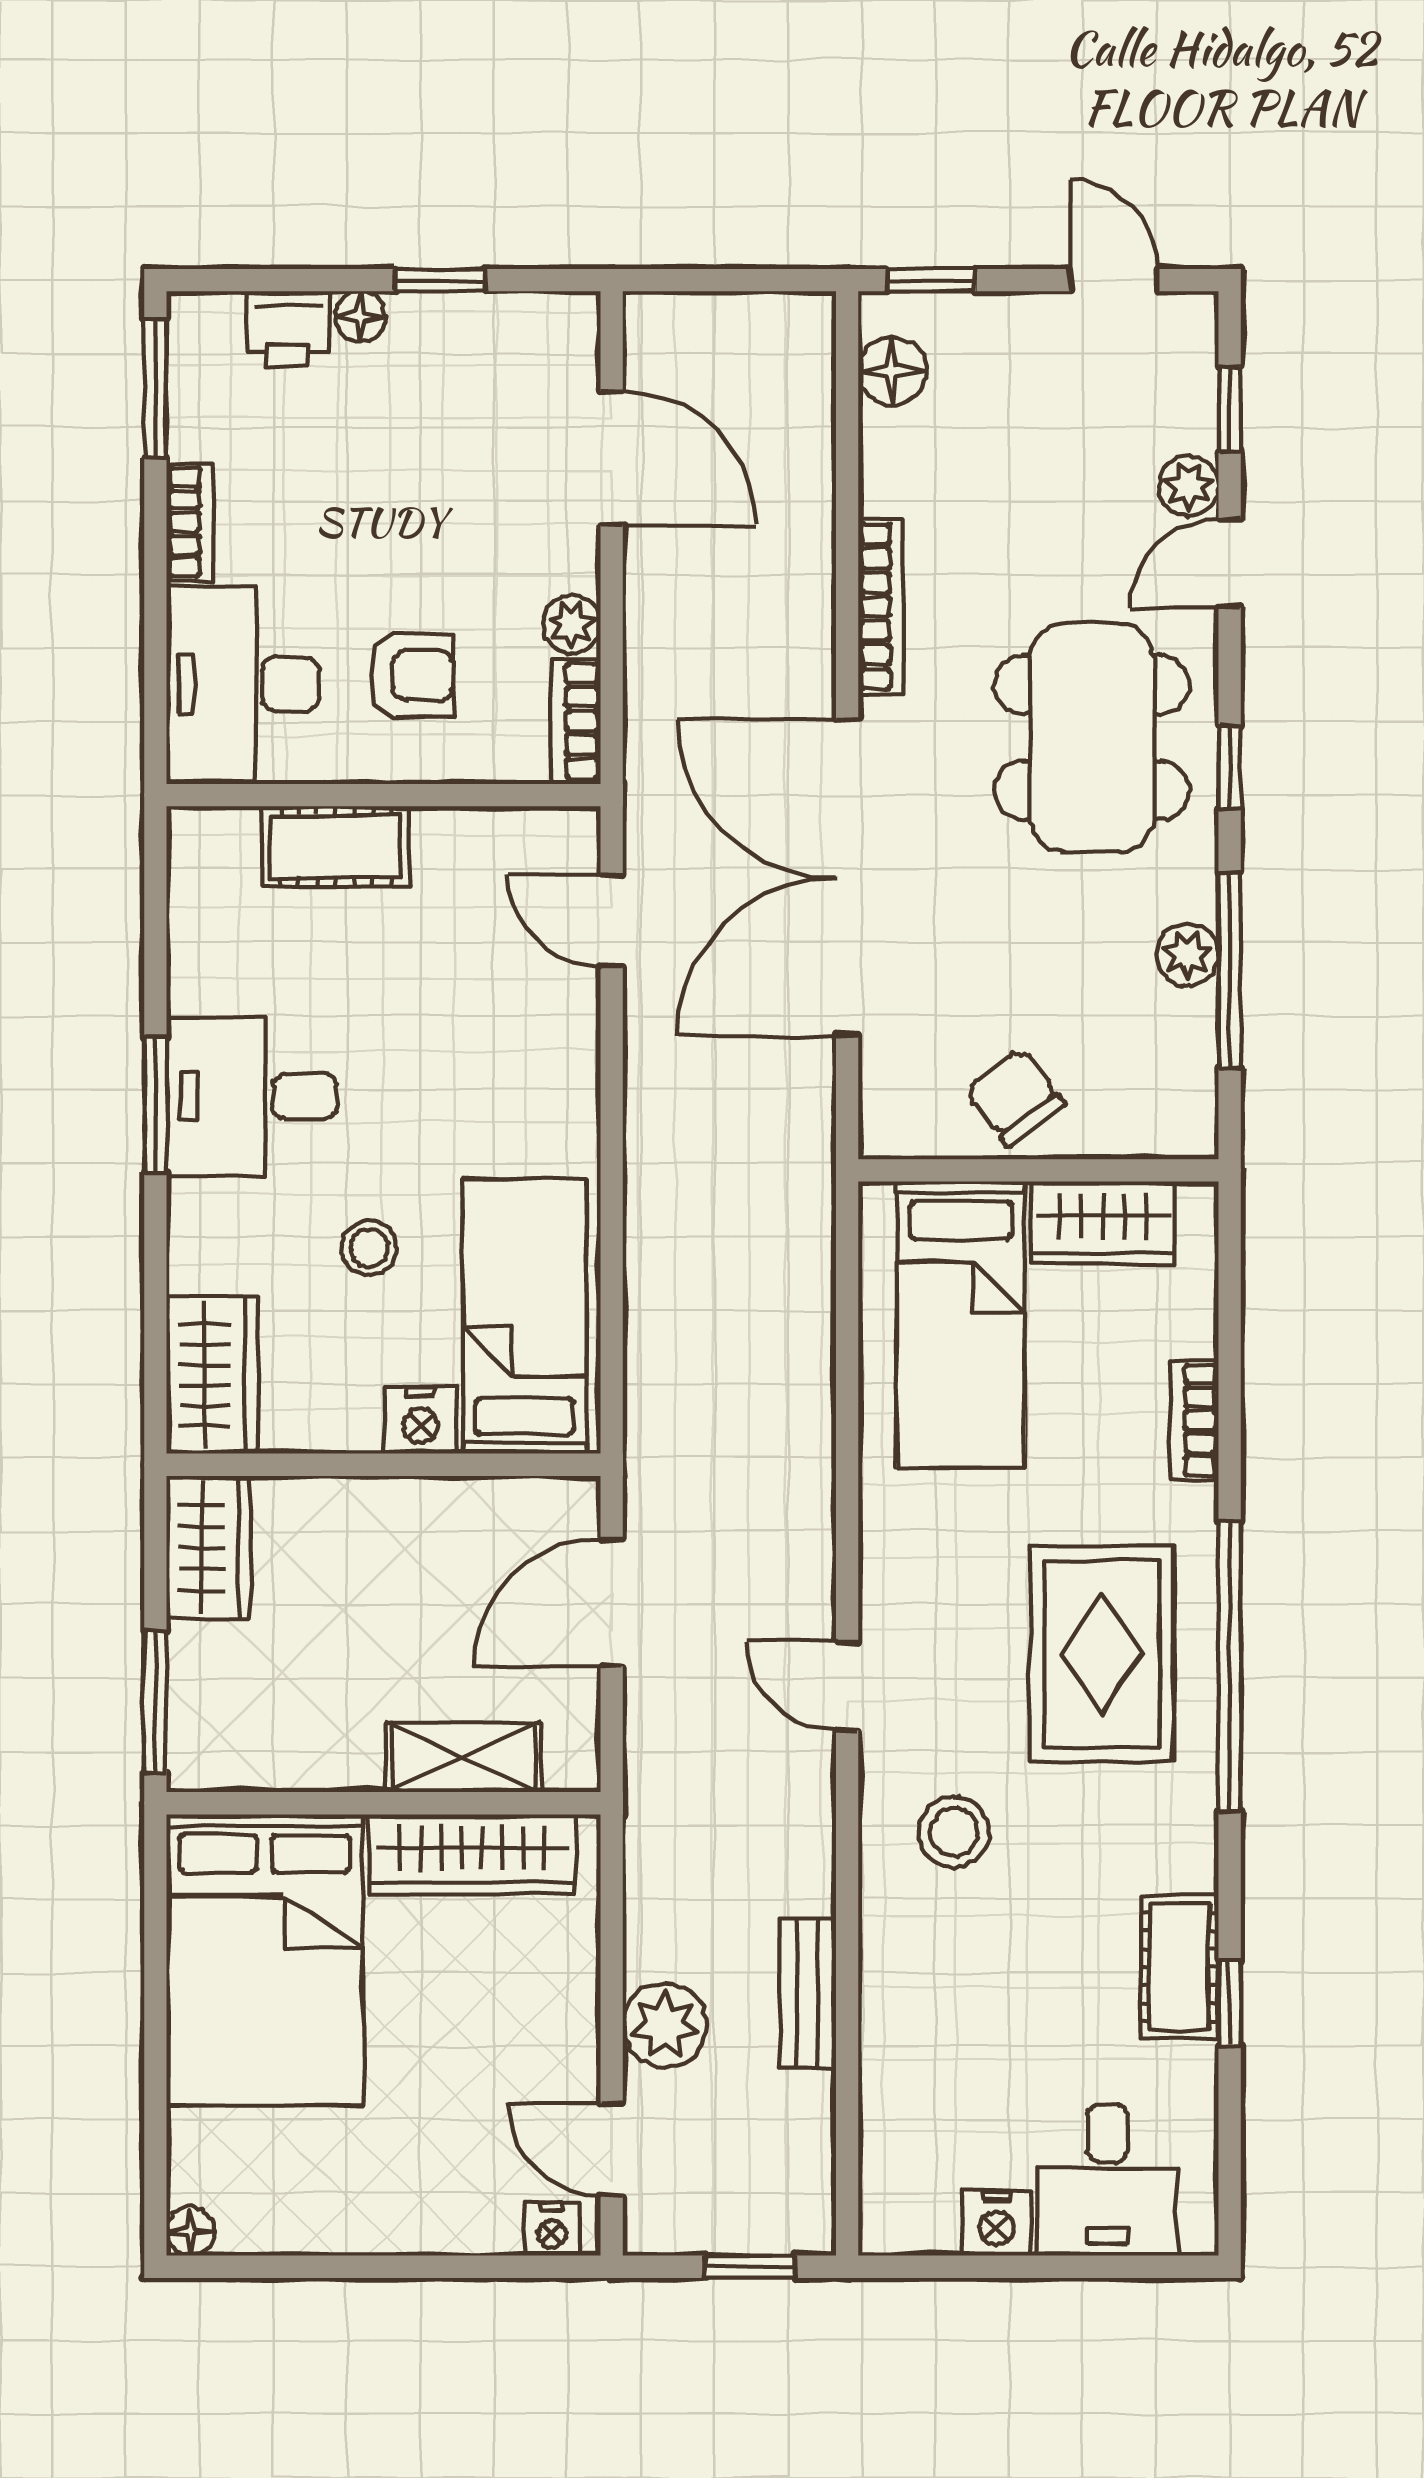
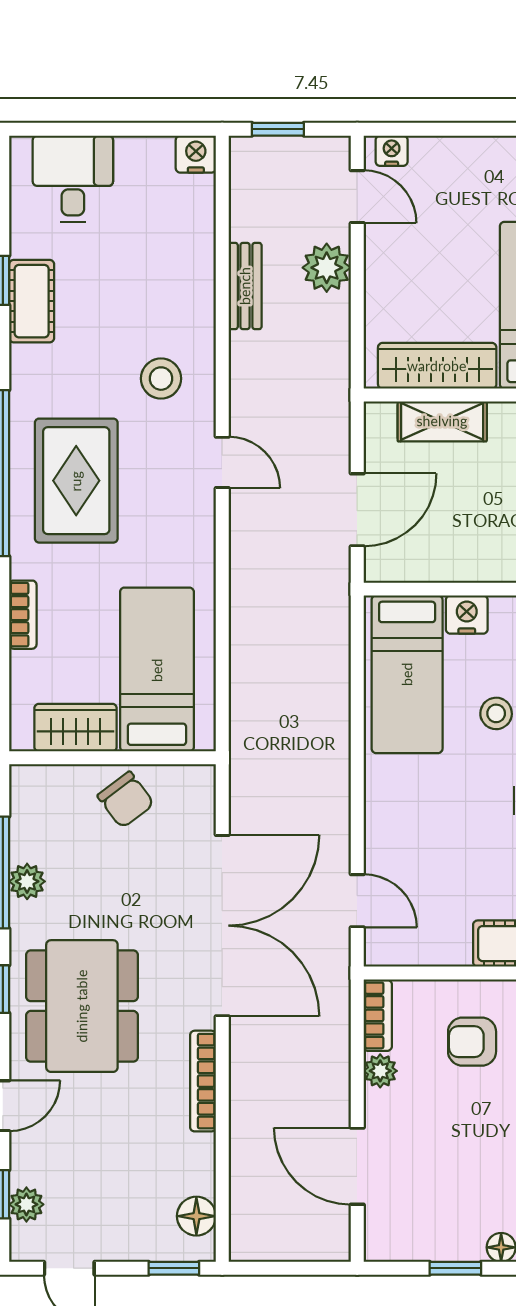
plant: (1189, 486) -> (26, 1204), moved
nightstand: (997, 2223) -> (196, 154), moved

